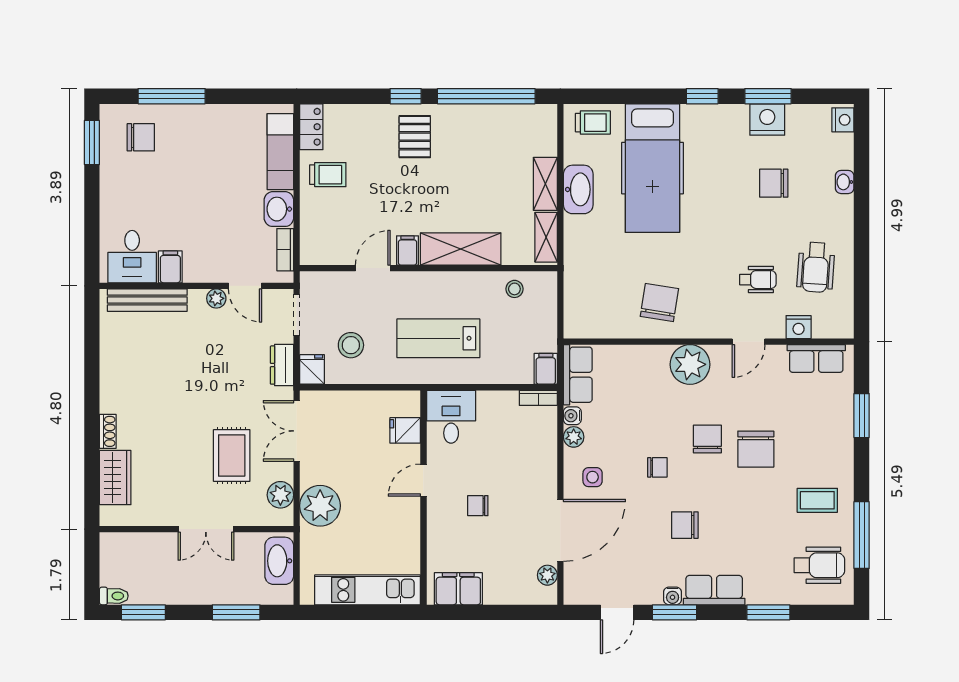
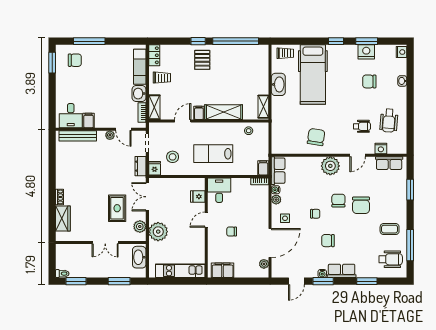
shelving: (545, 184) -> (154, 107), moved

